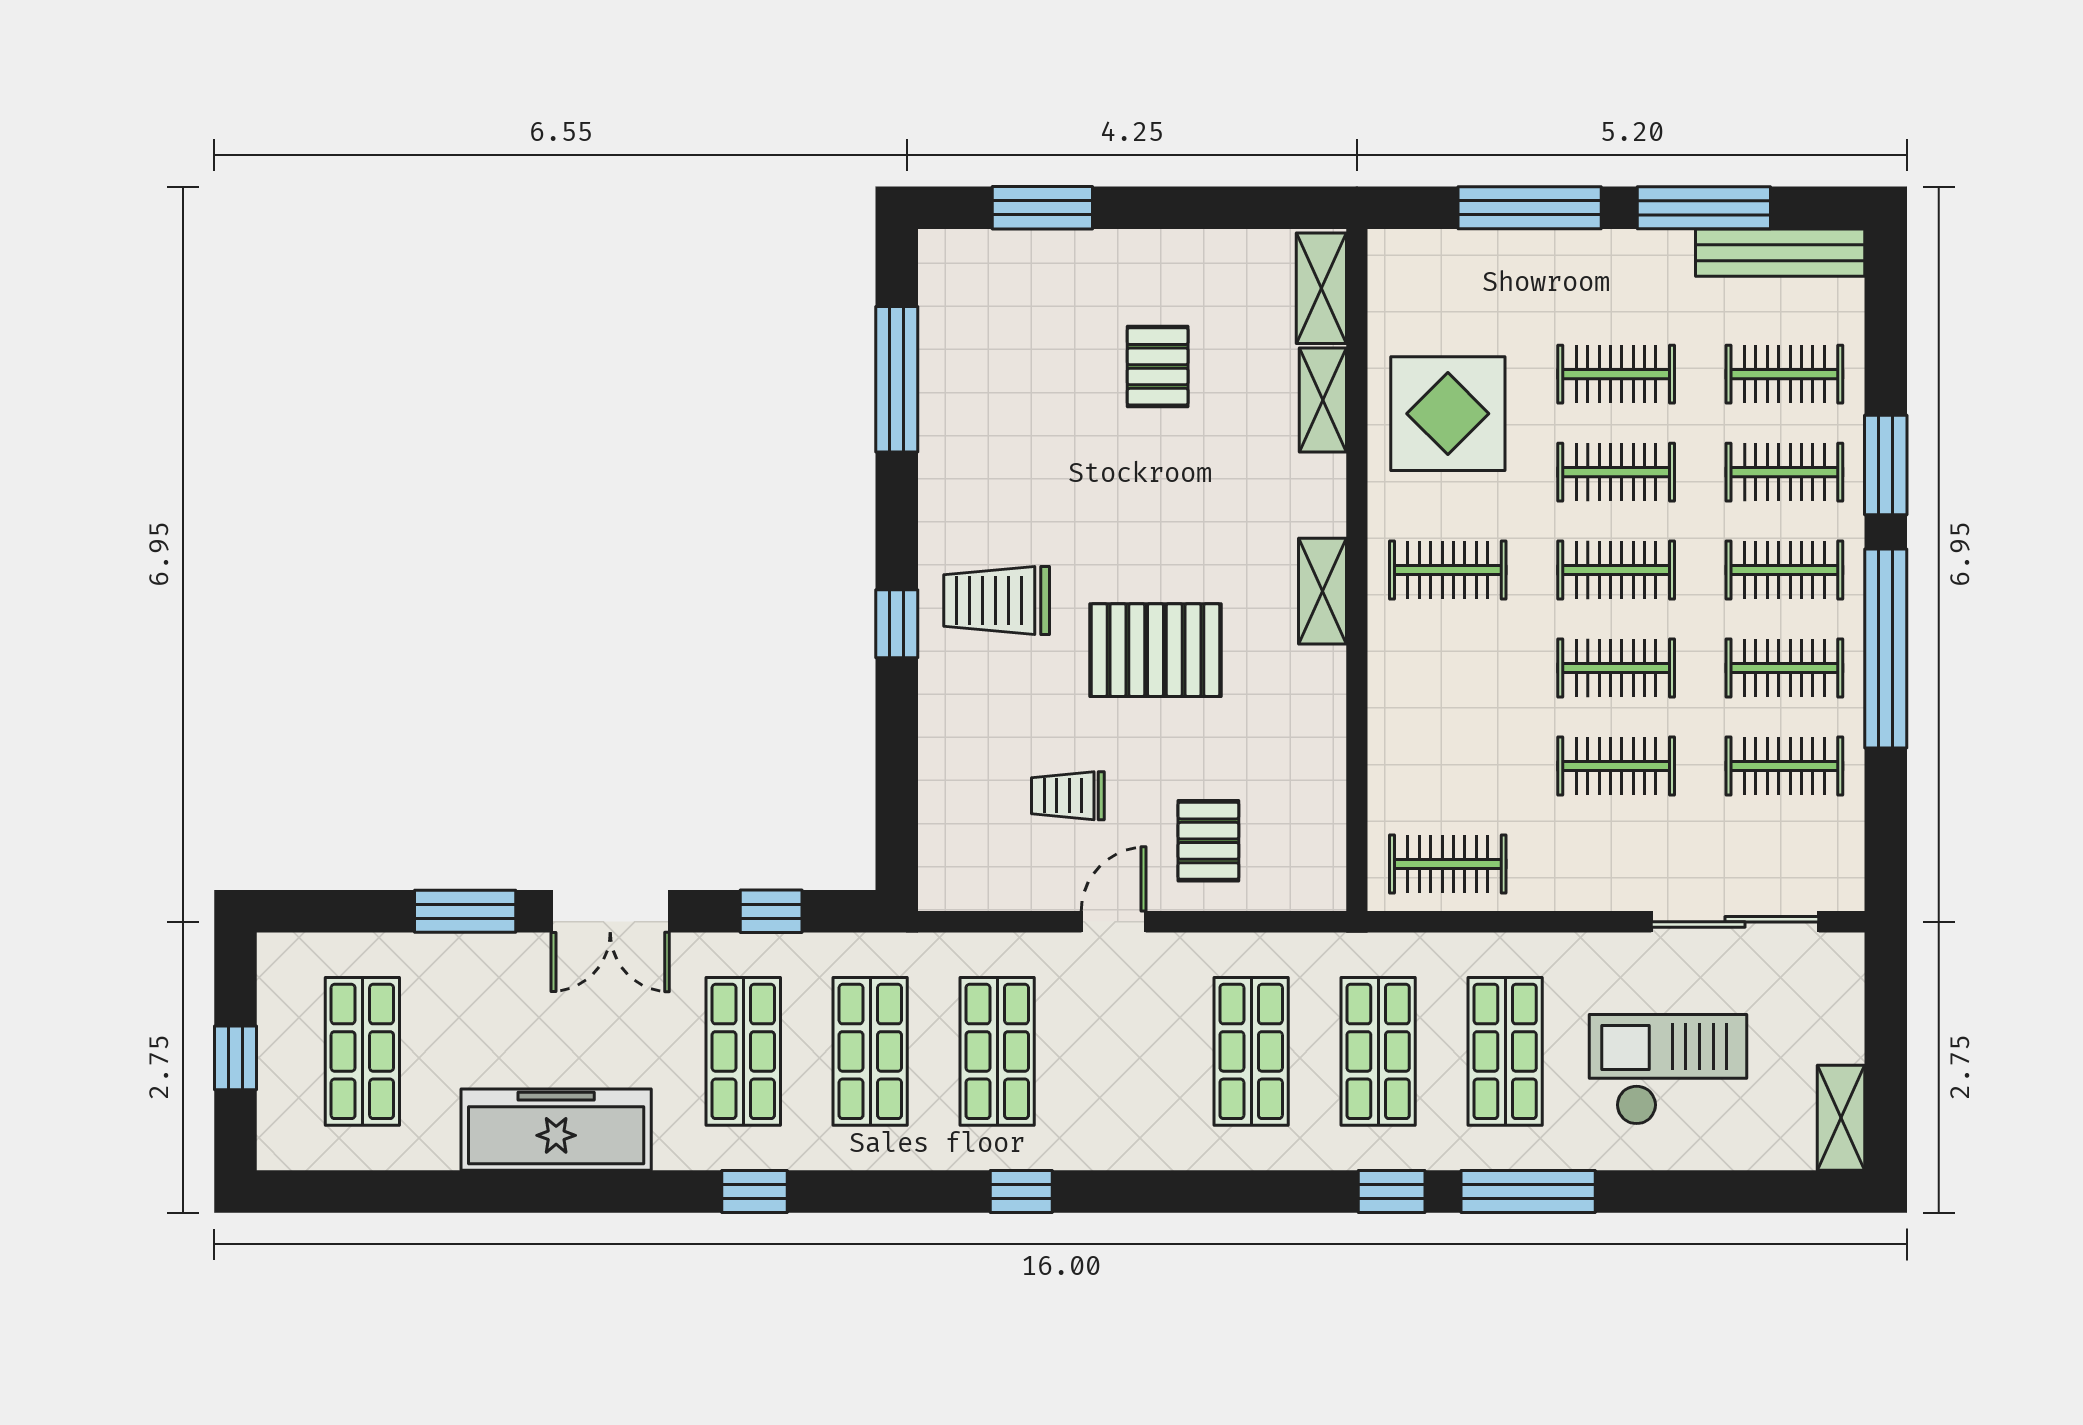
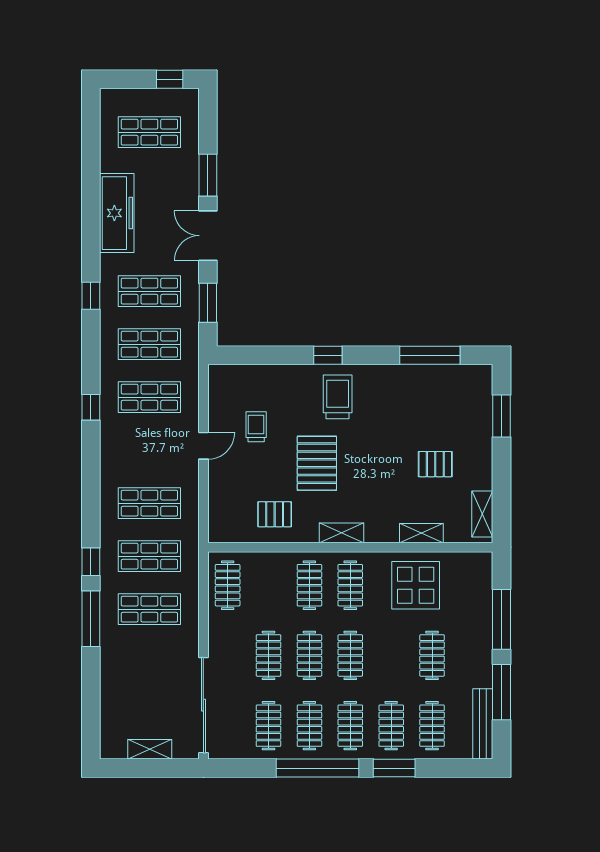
shelving: (1321, 288) -> (482, 514), moved, turned 90
clothes rail: (1616, 472) -> (309, 585), moved
pallet: (1208, 841) -> (275, 514), moved
window: (771, 911) -> (208, 303), width x1.50
door: (1114, 922) -> (203, 446), hinge flipped
sliding door: (1735, 922) -> (203, 705), width x1.36
window: (236, 1058) -> (170, 79), moved
checkout: (1668, 1070) -> (142, 677), removed
shelving: (1841, 1118) -> (150, 749), moved

